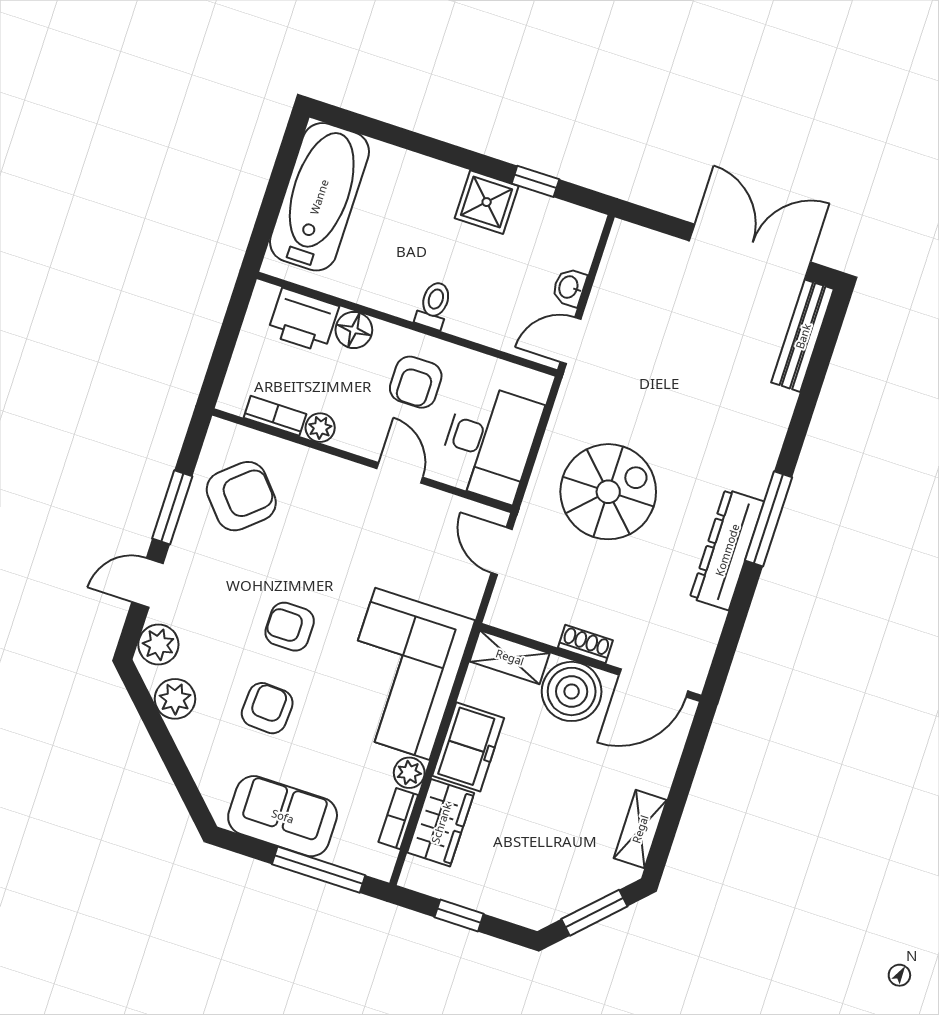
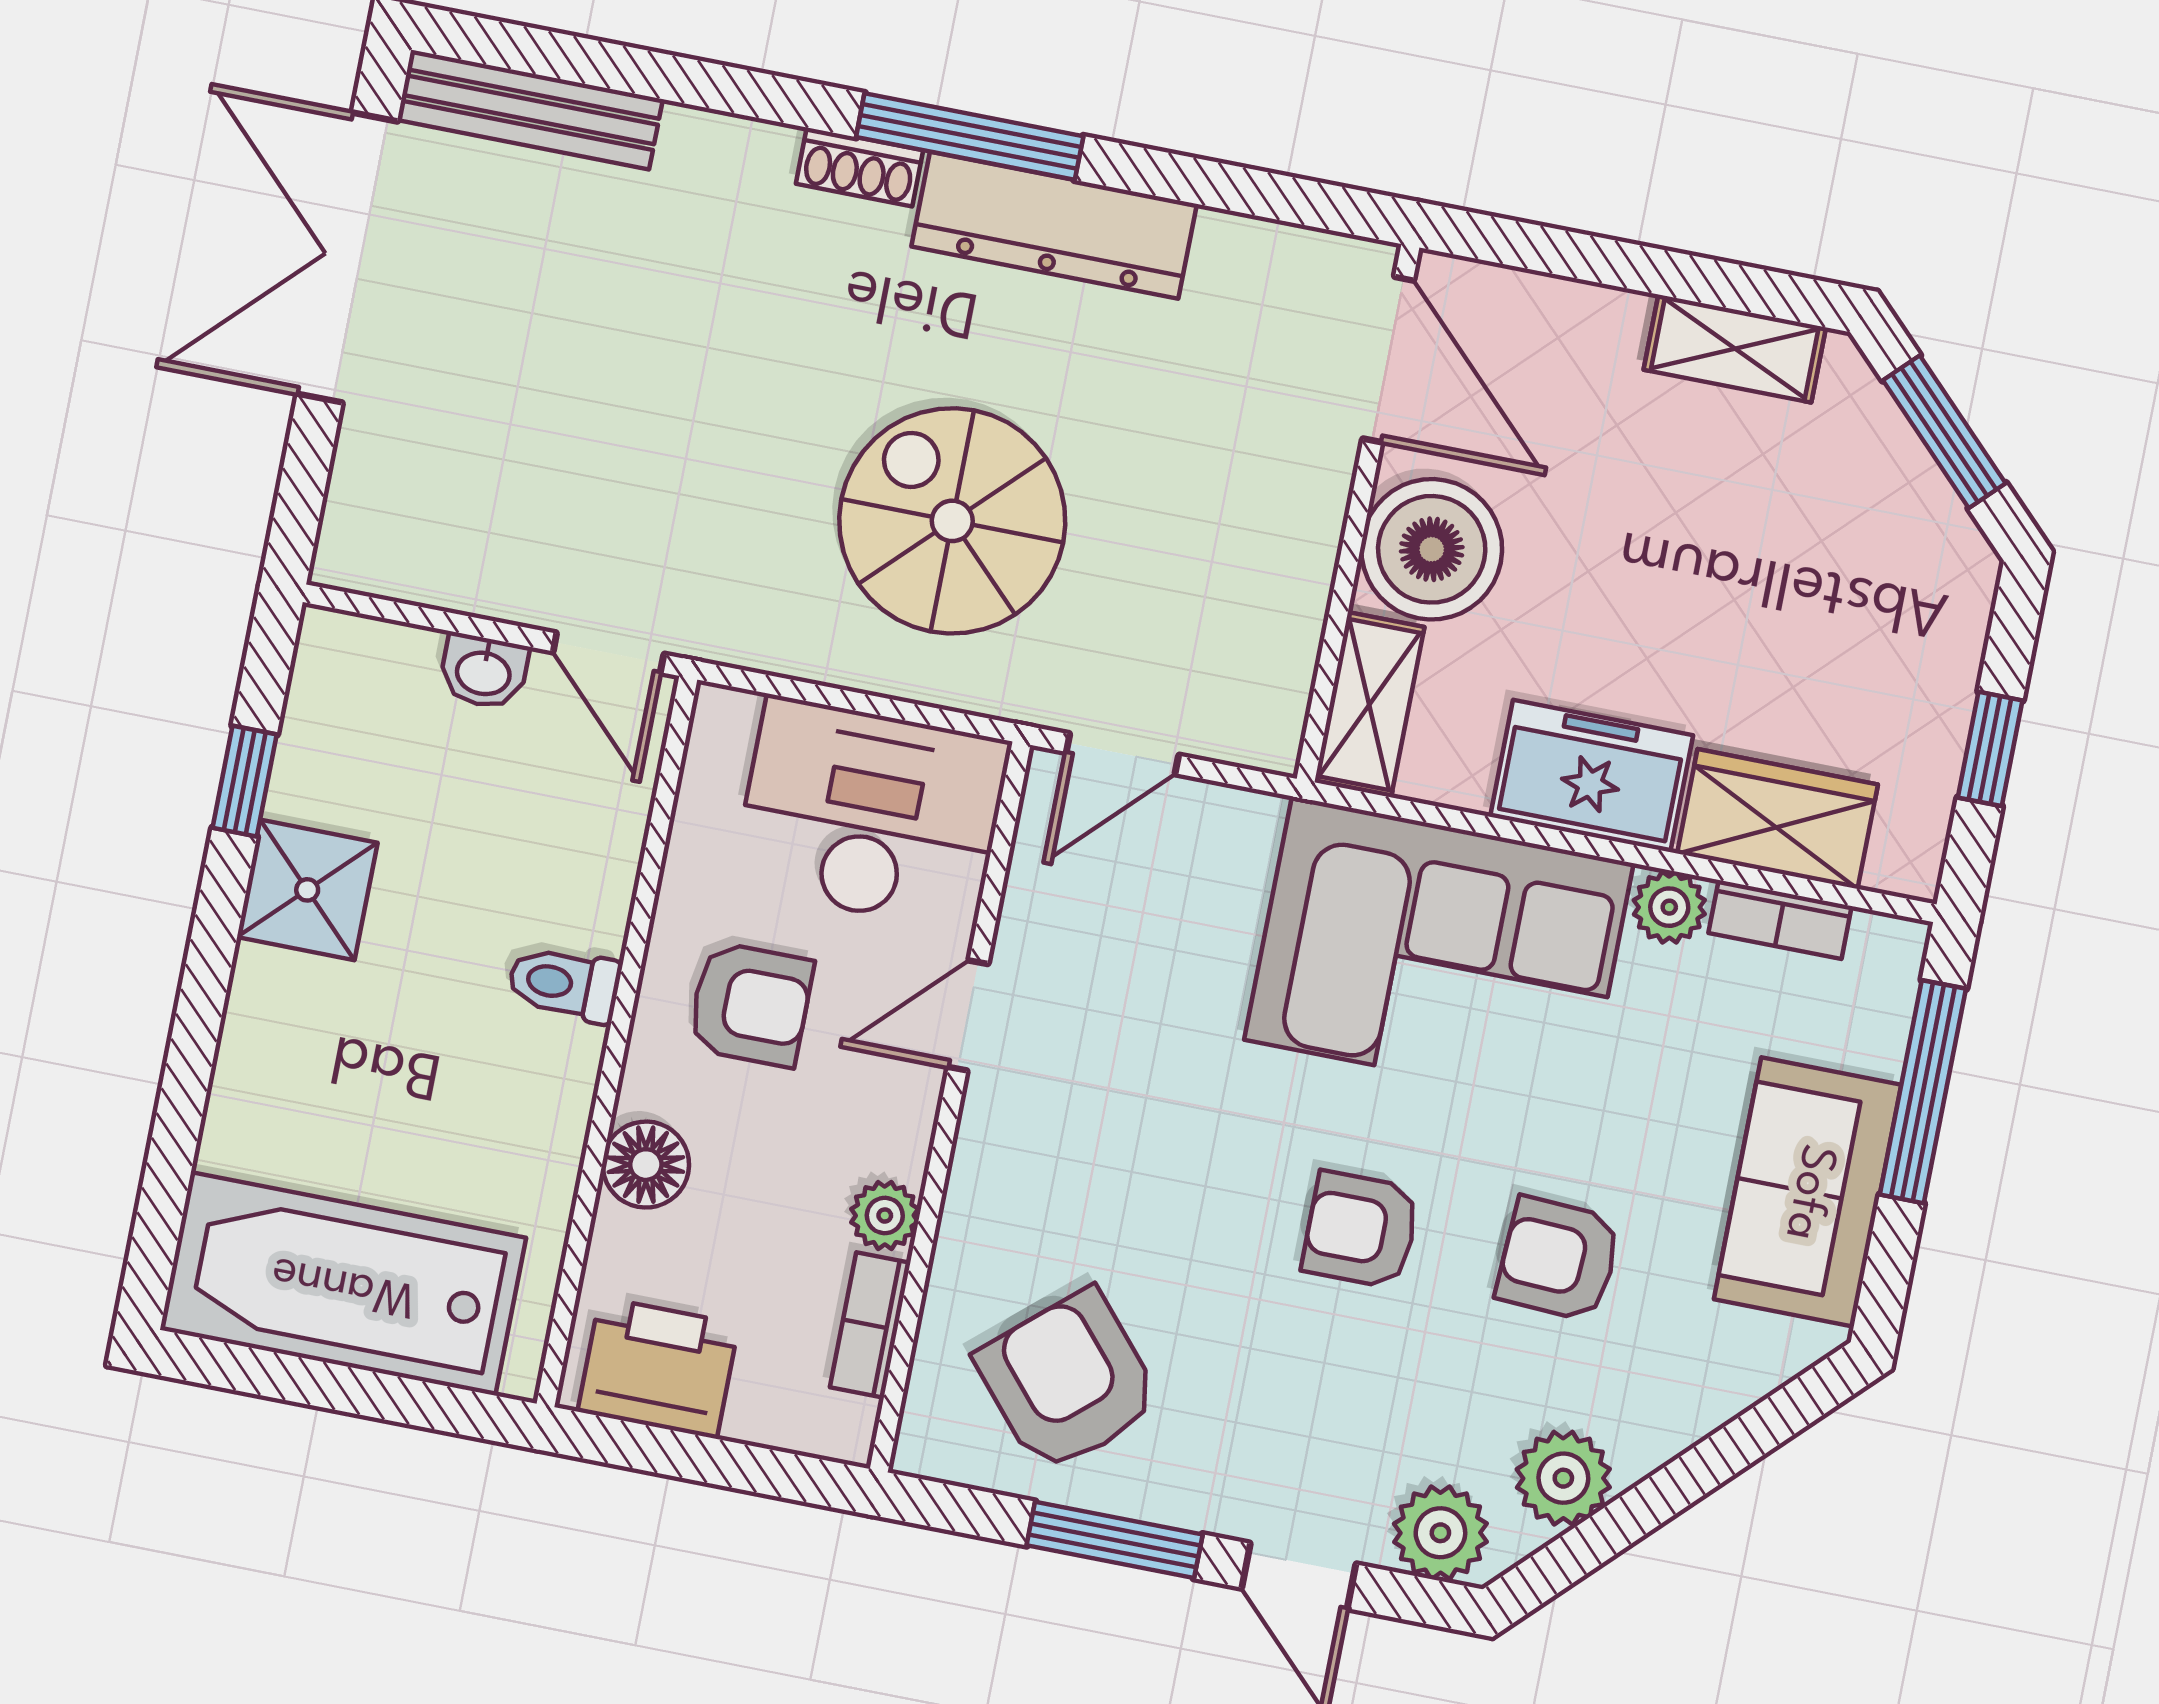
printer: (303, 320) -> (658, 1368), moved, turned -90
armchair: (290, 627) -> (1361, 1230), turned 90
shoe rack: (585, 644) -> (859, 167), moved, turned -90

